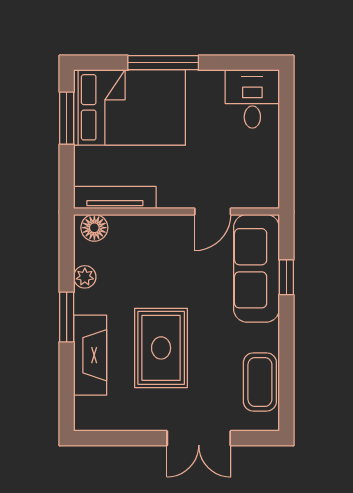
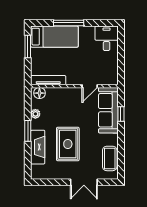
bed: (130, 107) -> (54, 37), width x0.67

